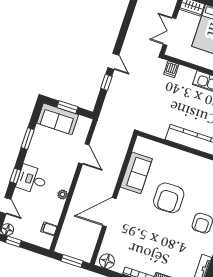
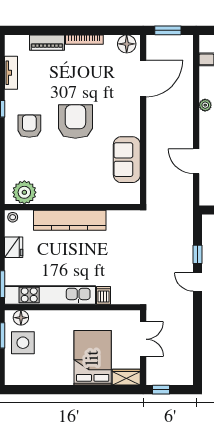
dishwasher: (171, 69) -> (104, 295), moved
armchair: (169, 198) -> (75, 122), moved
door: (109, 212) -> (143, 78), moved

